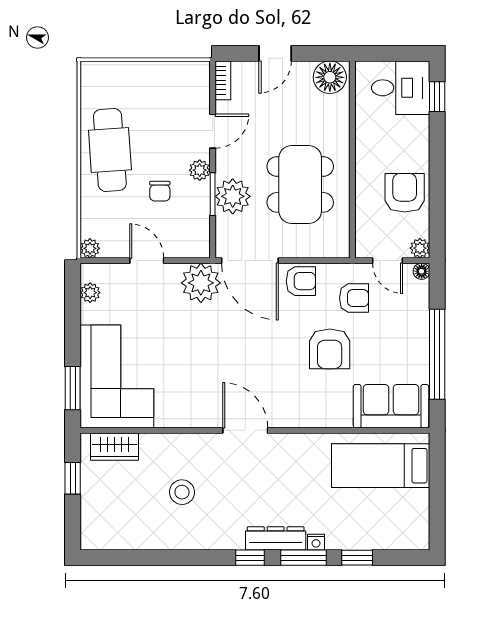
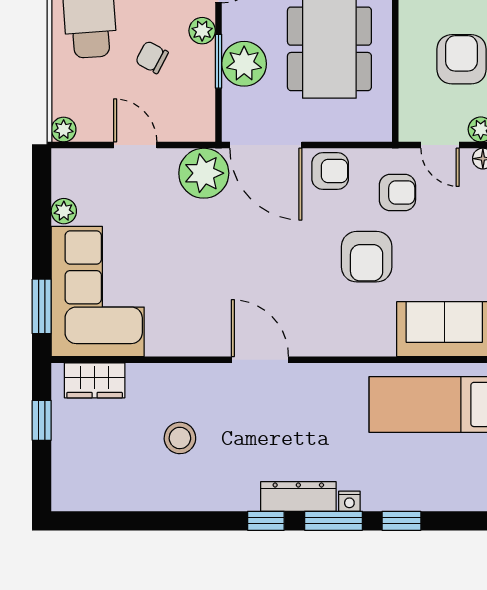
chair: (160, 191) -> (152, 57), turned 118
plant: (90, 293) -> (64, 211), moved

